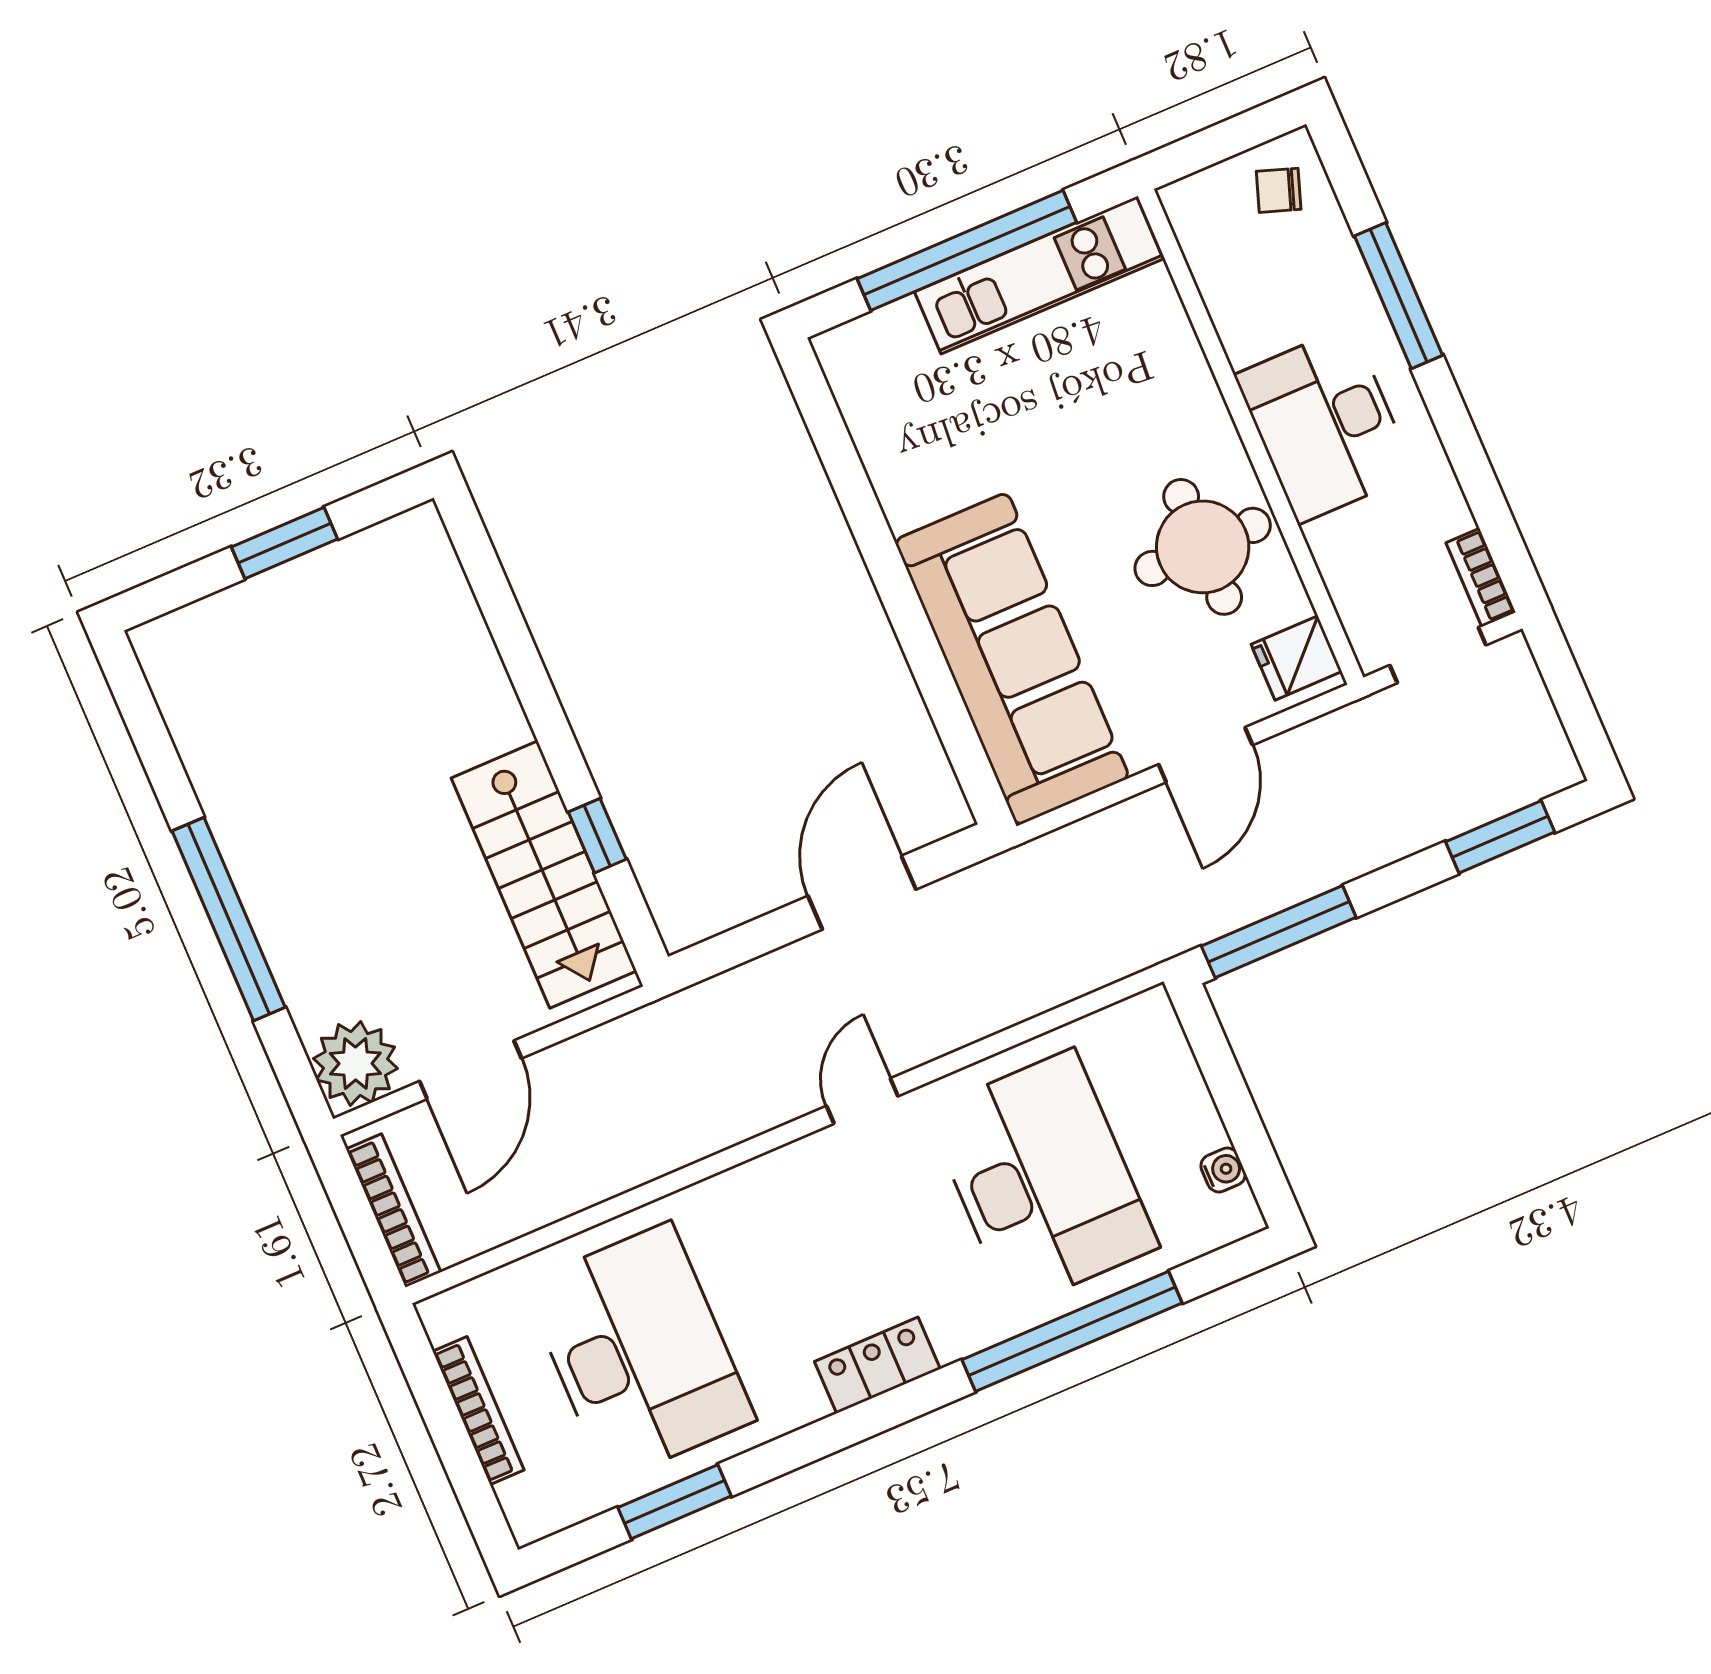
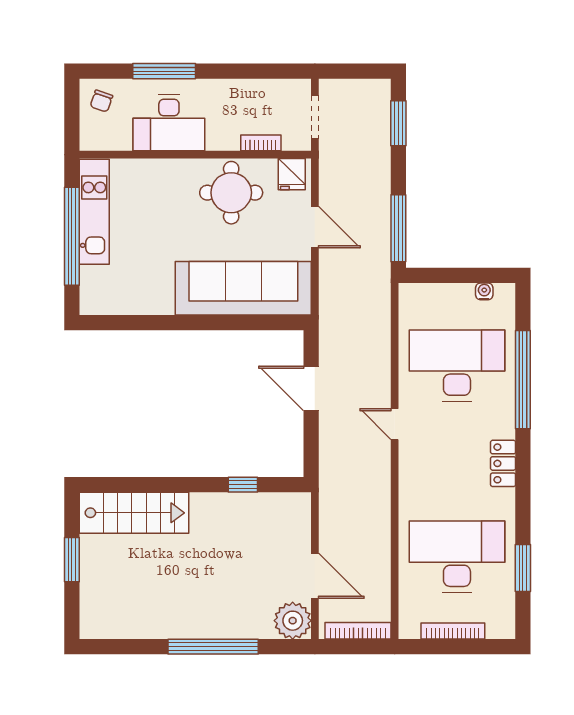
desk: (1325, 425) -> (169, 123), moved
bookcase: (1481, 577) -> (261, 143), moved, turned 180
stairs: (544, 875) -> (134, 513), moved

